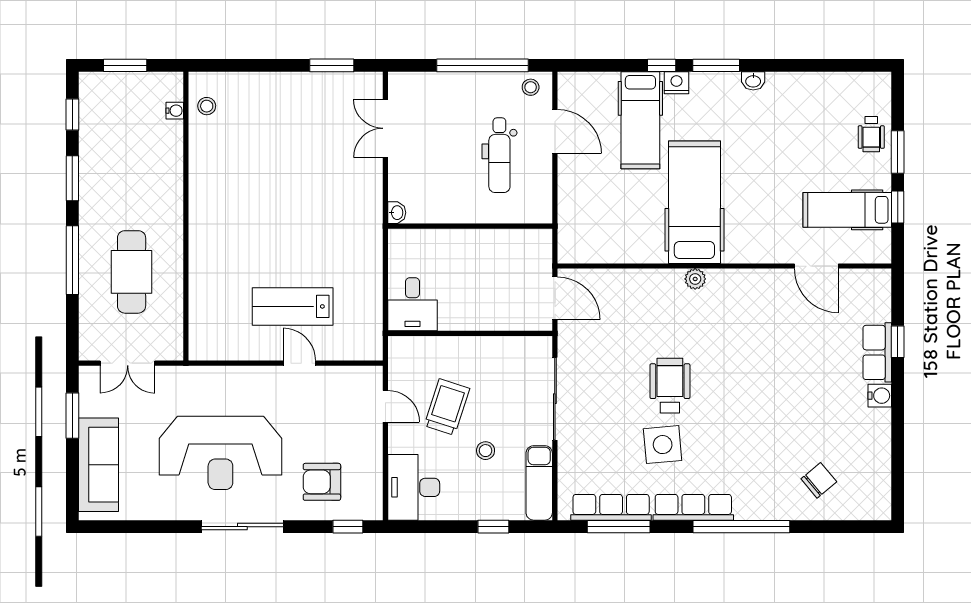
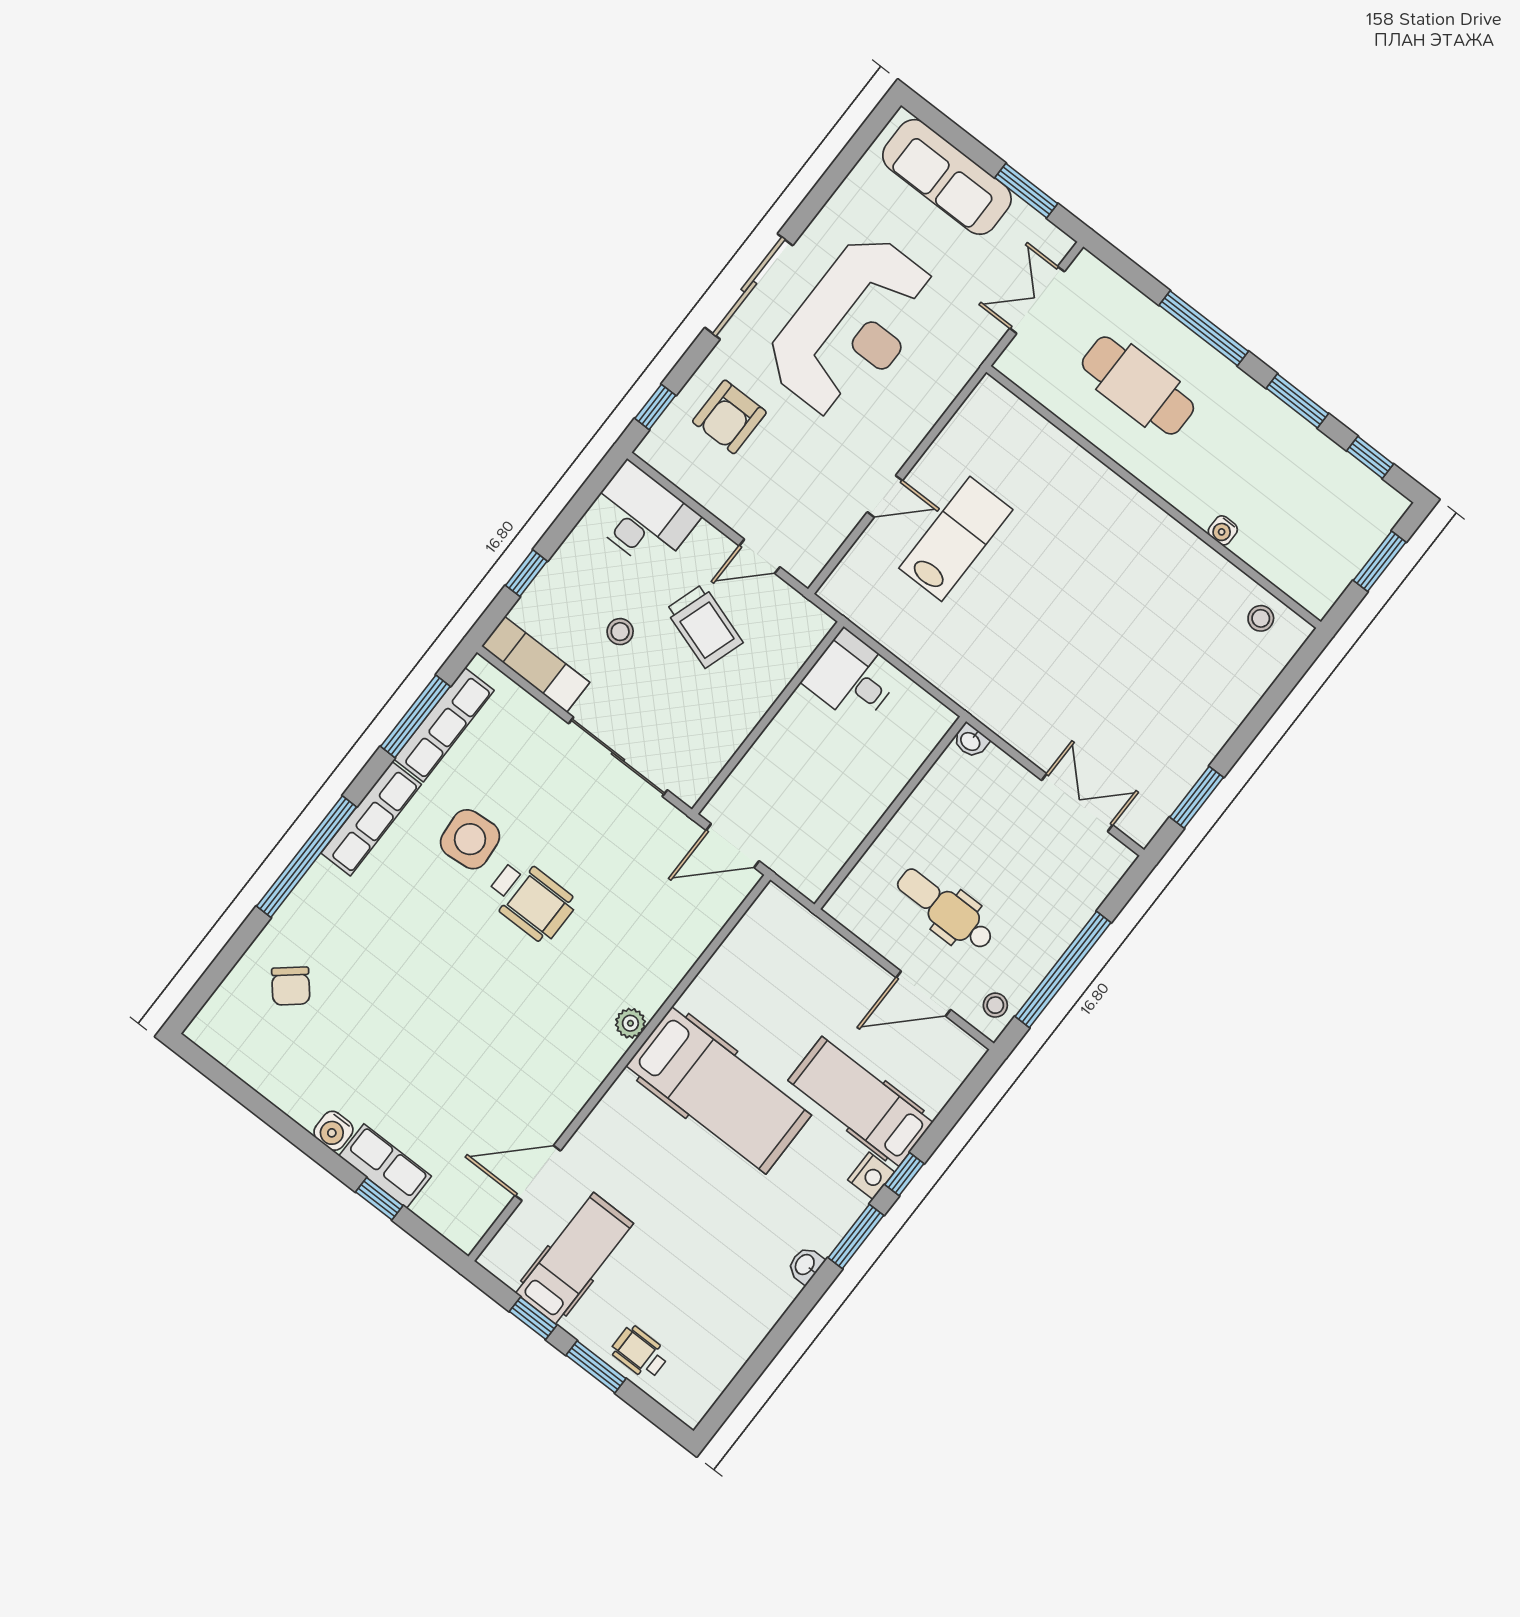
water cooler: (175, 111) -> (1223, 530), moved
reception desk: (220, 453) -> (852, 327), turned 180
armchair: (322, 482) -> (729, 417), turned 180

